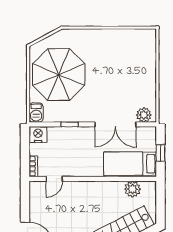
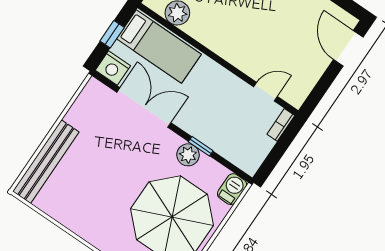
bench: (149, 58) -> (46, 162), added
plant: (144, 115) -> (188, 155), moved
nightstand: (38, 135) -> (113, 68), moved

